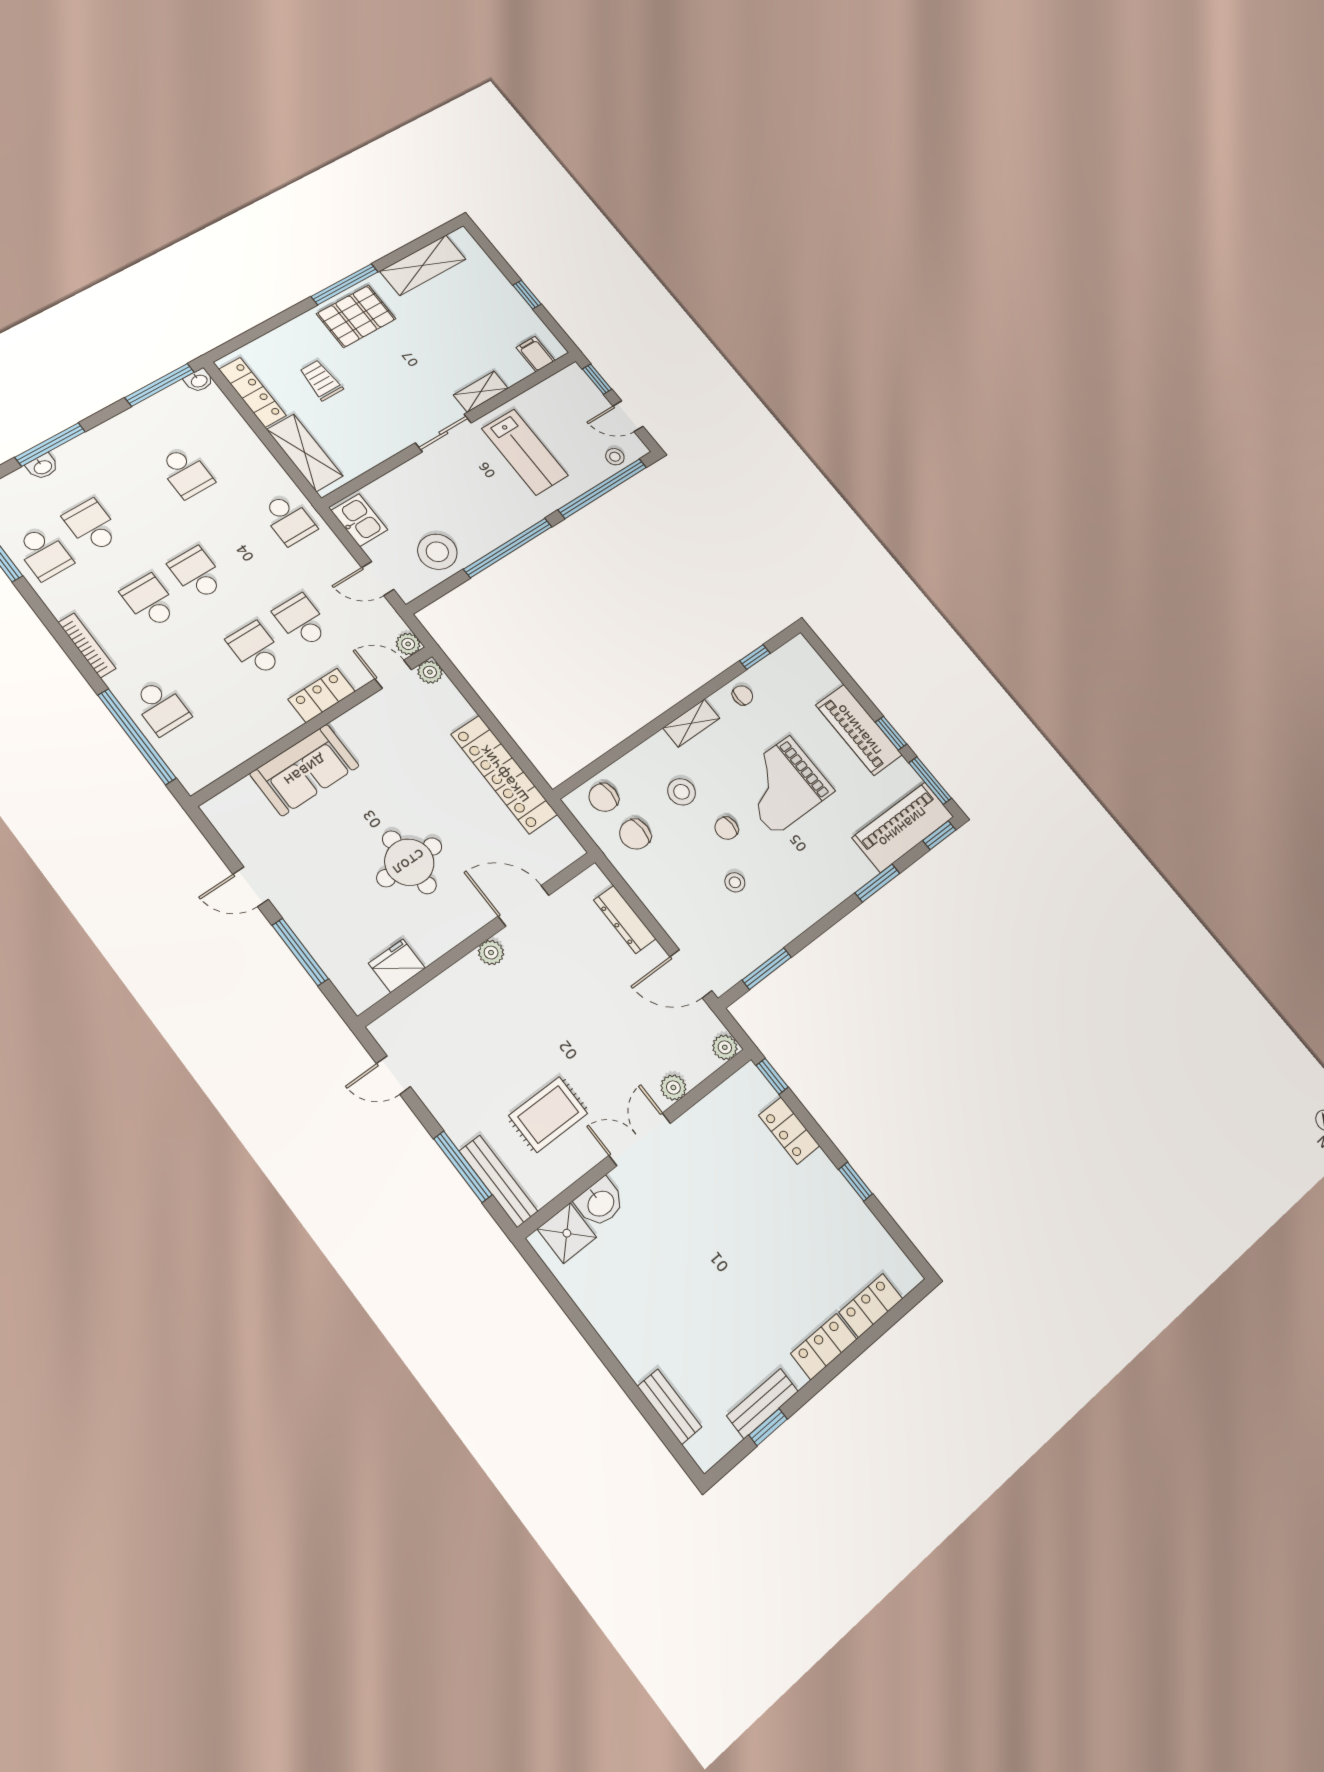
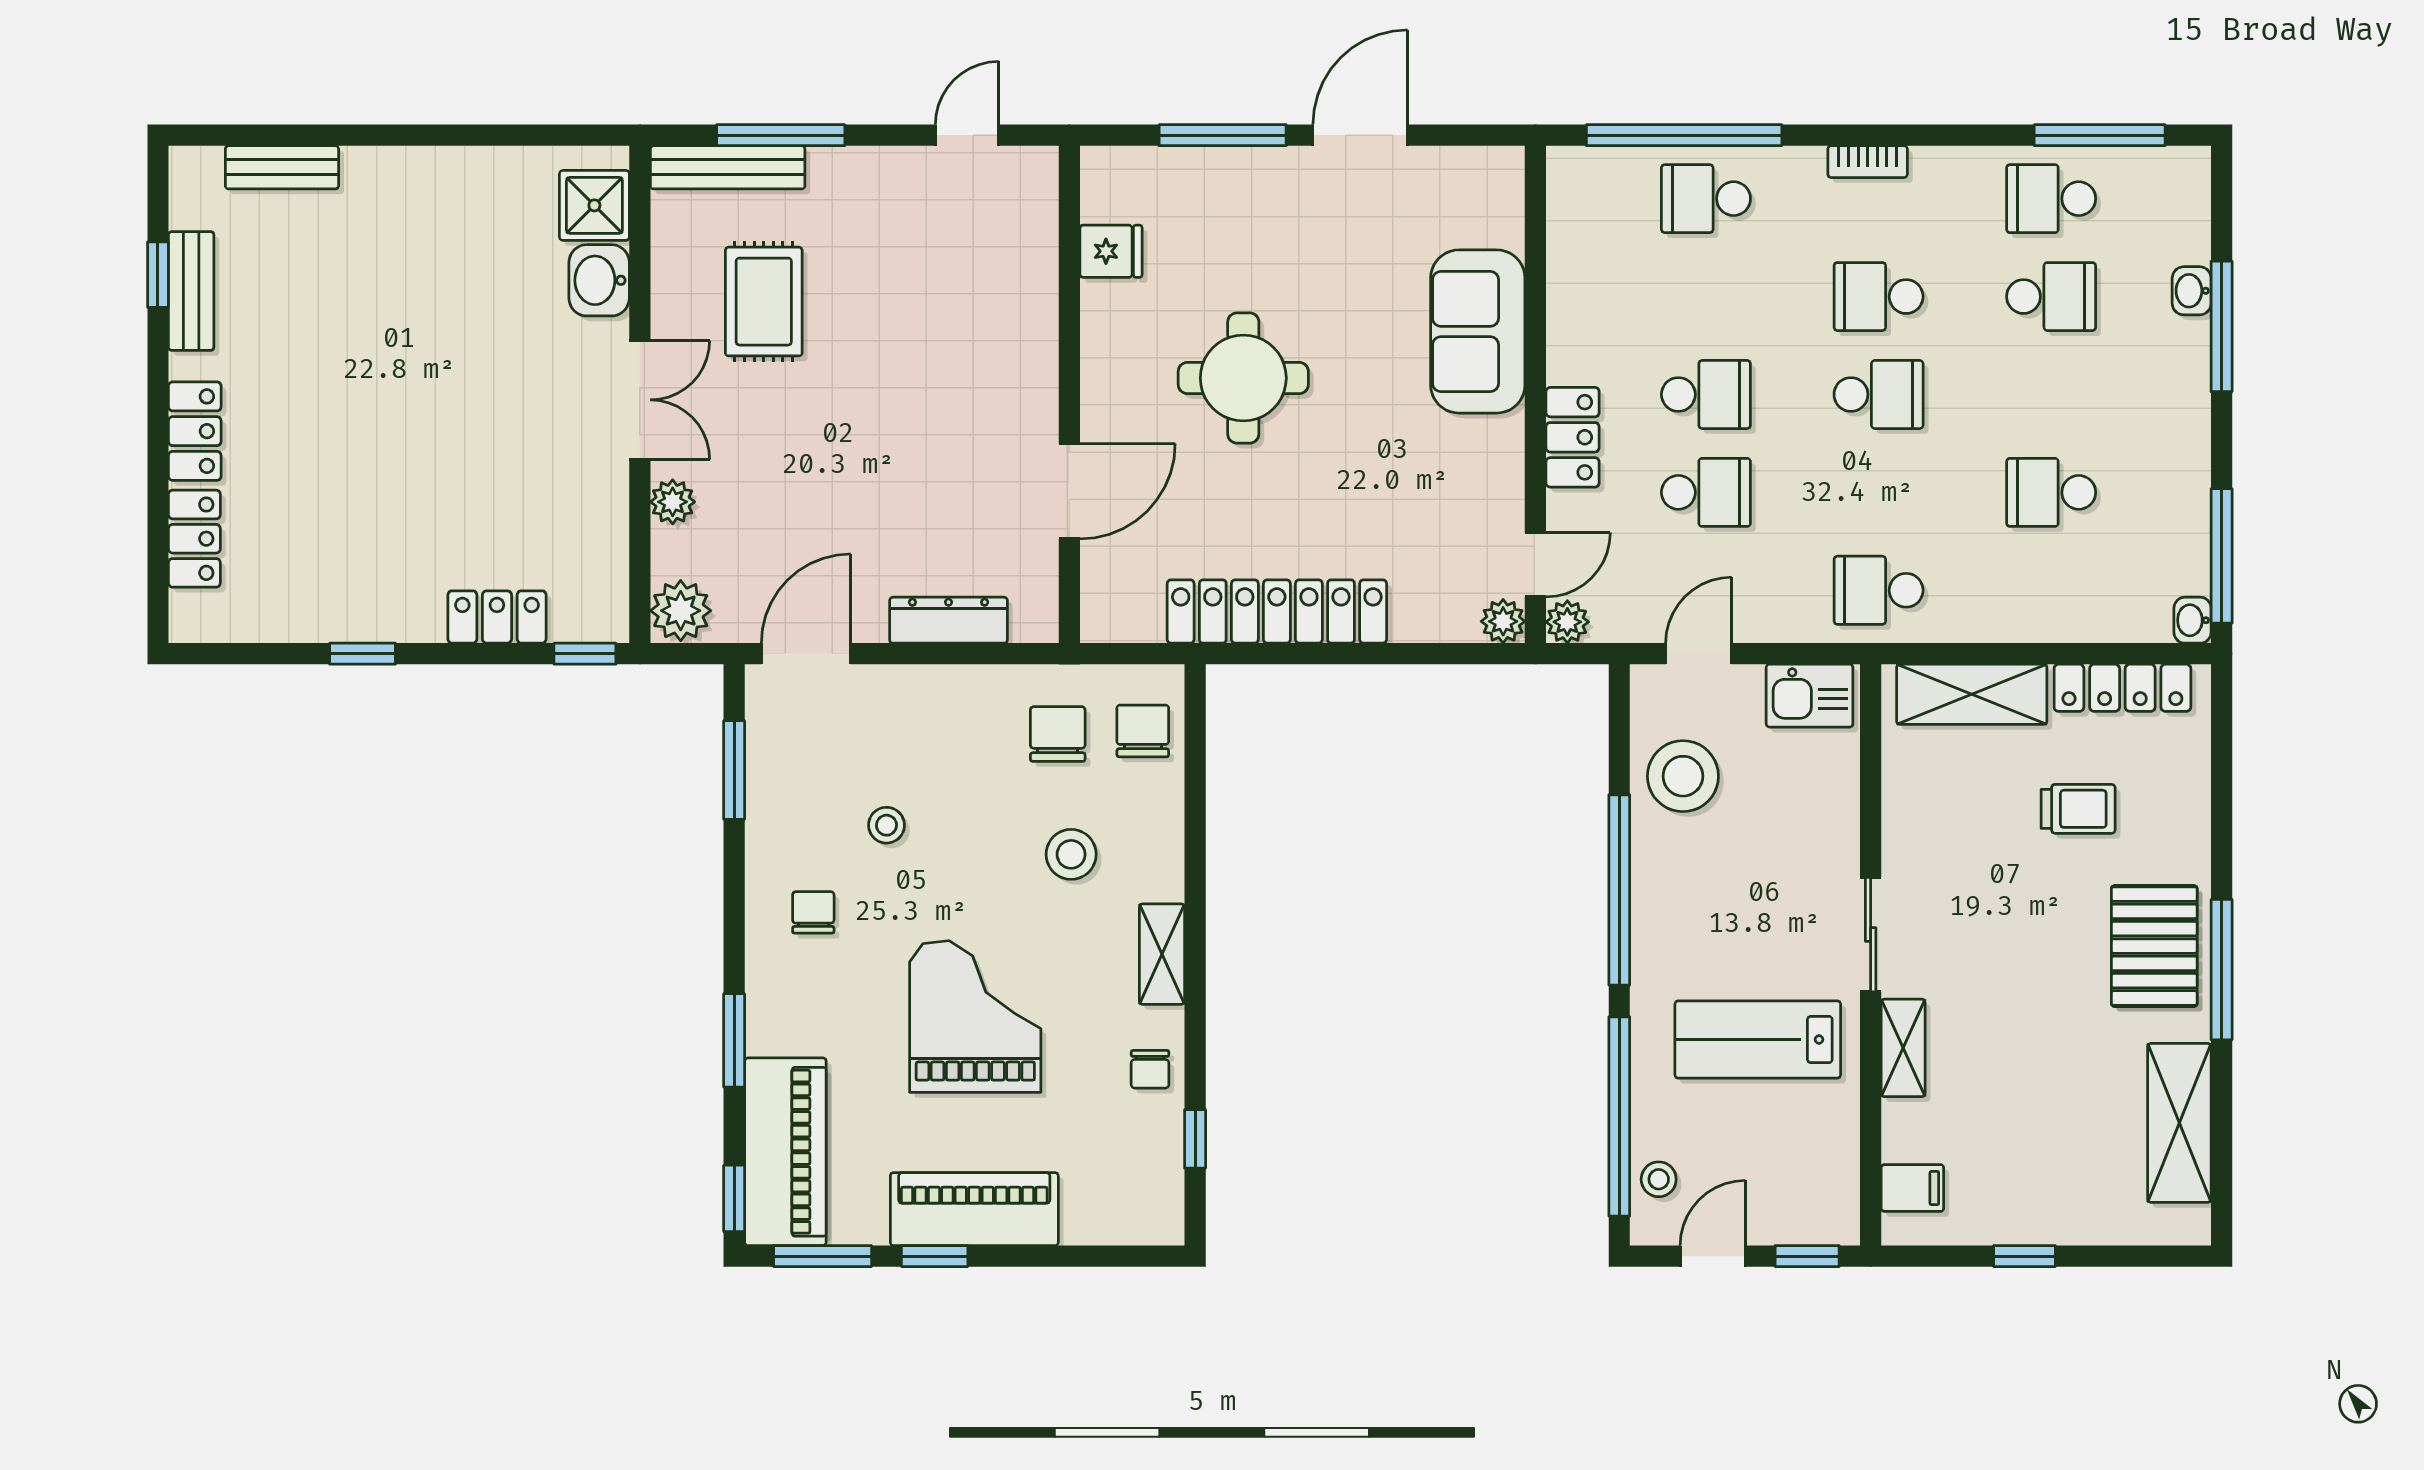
school desk: (150, 601) -> (1879, 297), turned 180
bookcase: (87, 645) -> (1868, 162), width x0.64
chair: (726, 828) -> (813, 912), moved
door: (251, 887) -> (1360, 135), width x1.38
plant: (491, 953) -> (1037, 394), removed
fridge: (397, 966) -> (1111, 251), width x0.72
plant: (725, 1047) -> (681, 611), width x1.38, depth x1.38

